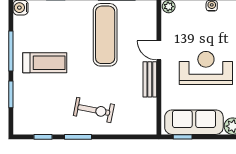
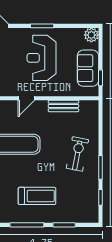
treadmill: (45, 63) -> (37, 196), turned 90
bench: (150, 79) -> (63, 106), moved
sofa: (194, 122) -> (88, 68), width x0.73

